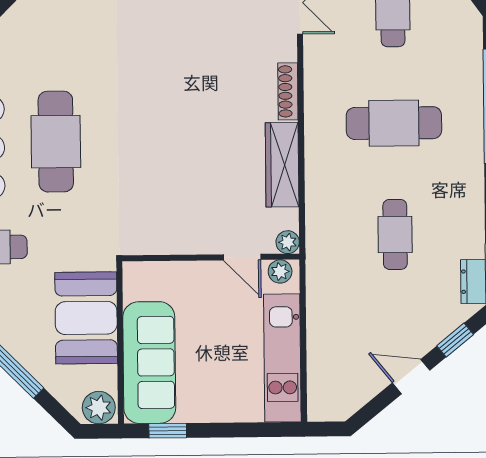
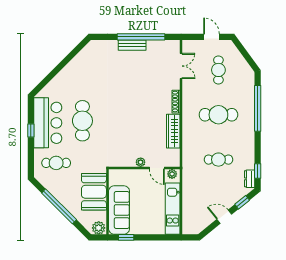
cafe table: (395, 234) -> (218, 160), turned 90
plant: (288, 242) -> (141, 162), moved

